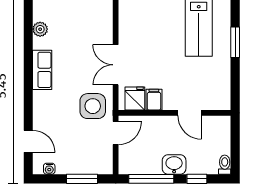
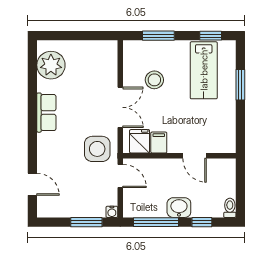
plant: (40, 29) -> (51, 65), width x1.87, depth x1.87
stool: (150, 37) -> (154, 80), added
double door: (116, 65) -> (120, 107), swing flipped
door: (116, 133) -> (120, 176), hinge flipped
water cooler: (49, 169) -> (112, 212), moved

